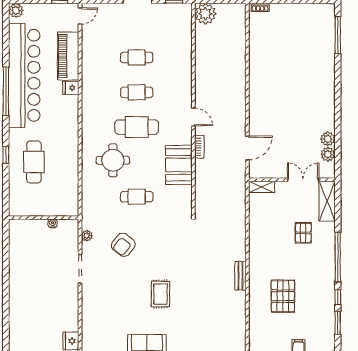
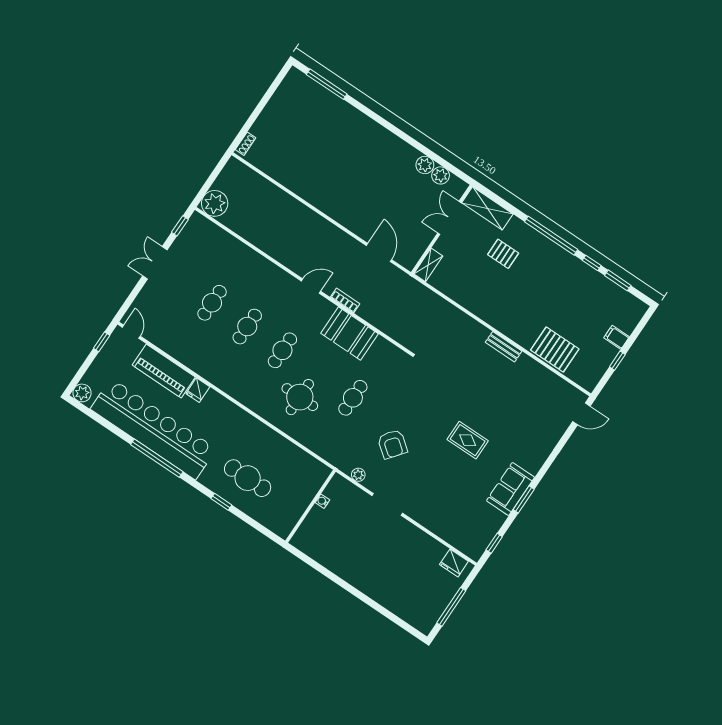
cafe table: (137, 127) -> (282, 350), width x0.73, depth x0.74
pallet: (283, 296) -> (555, 349), moved

